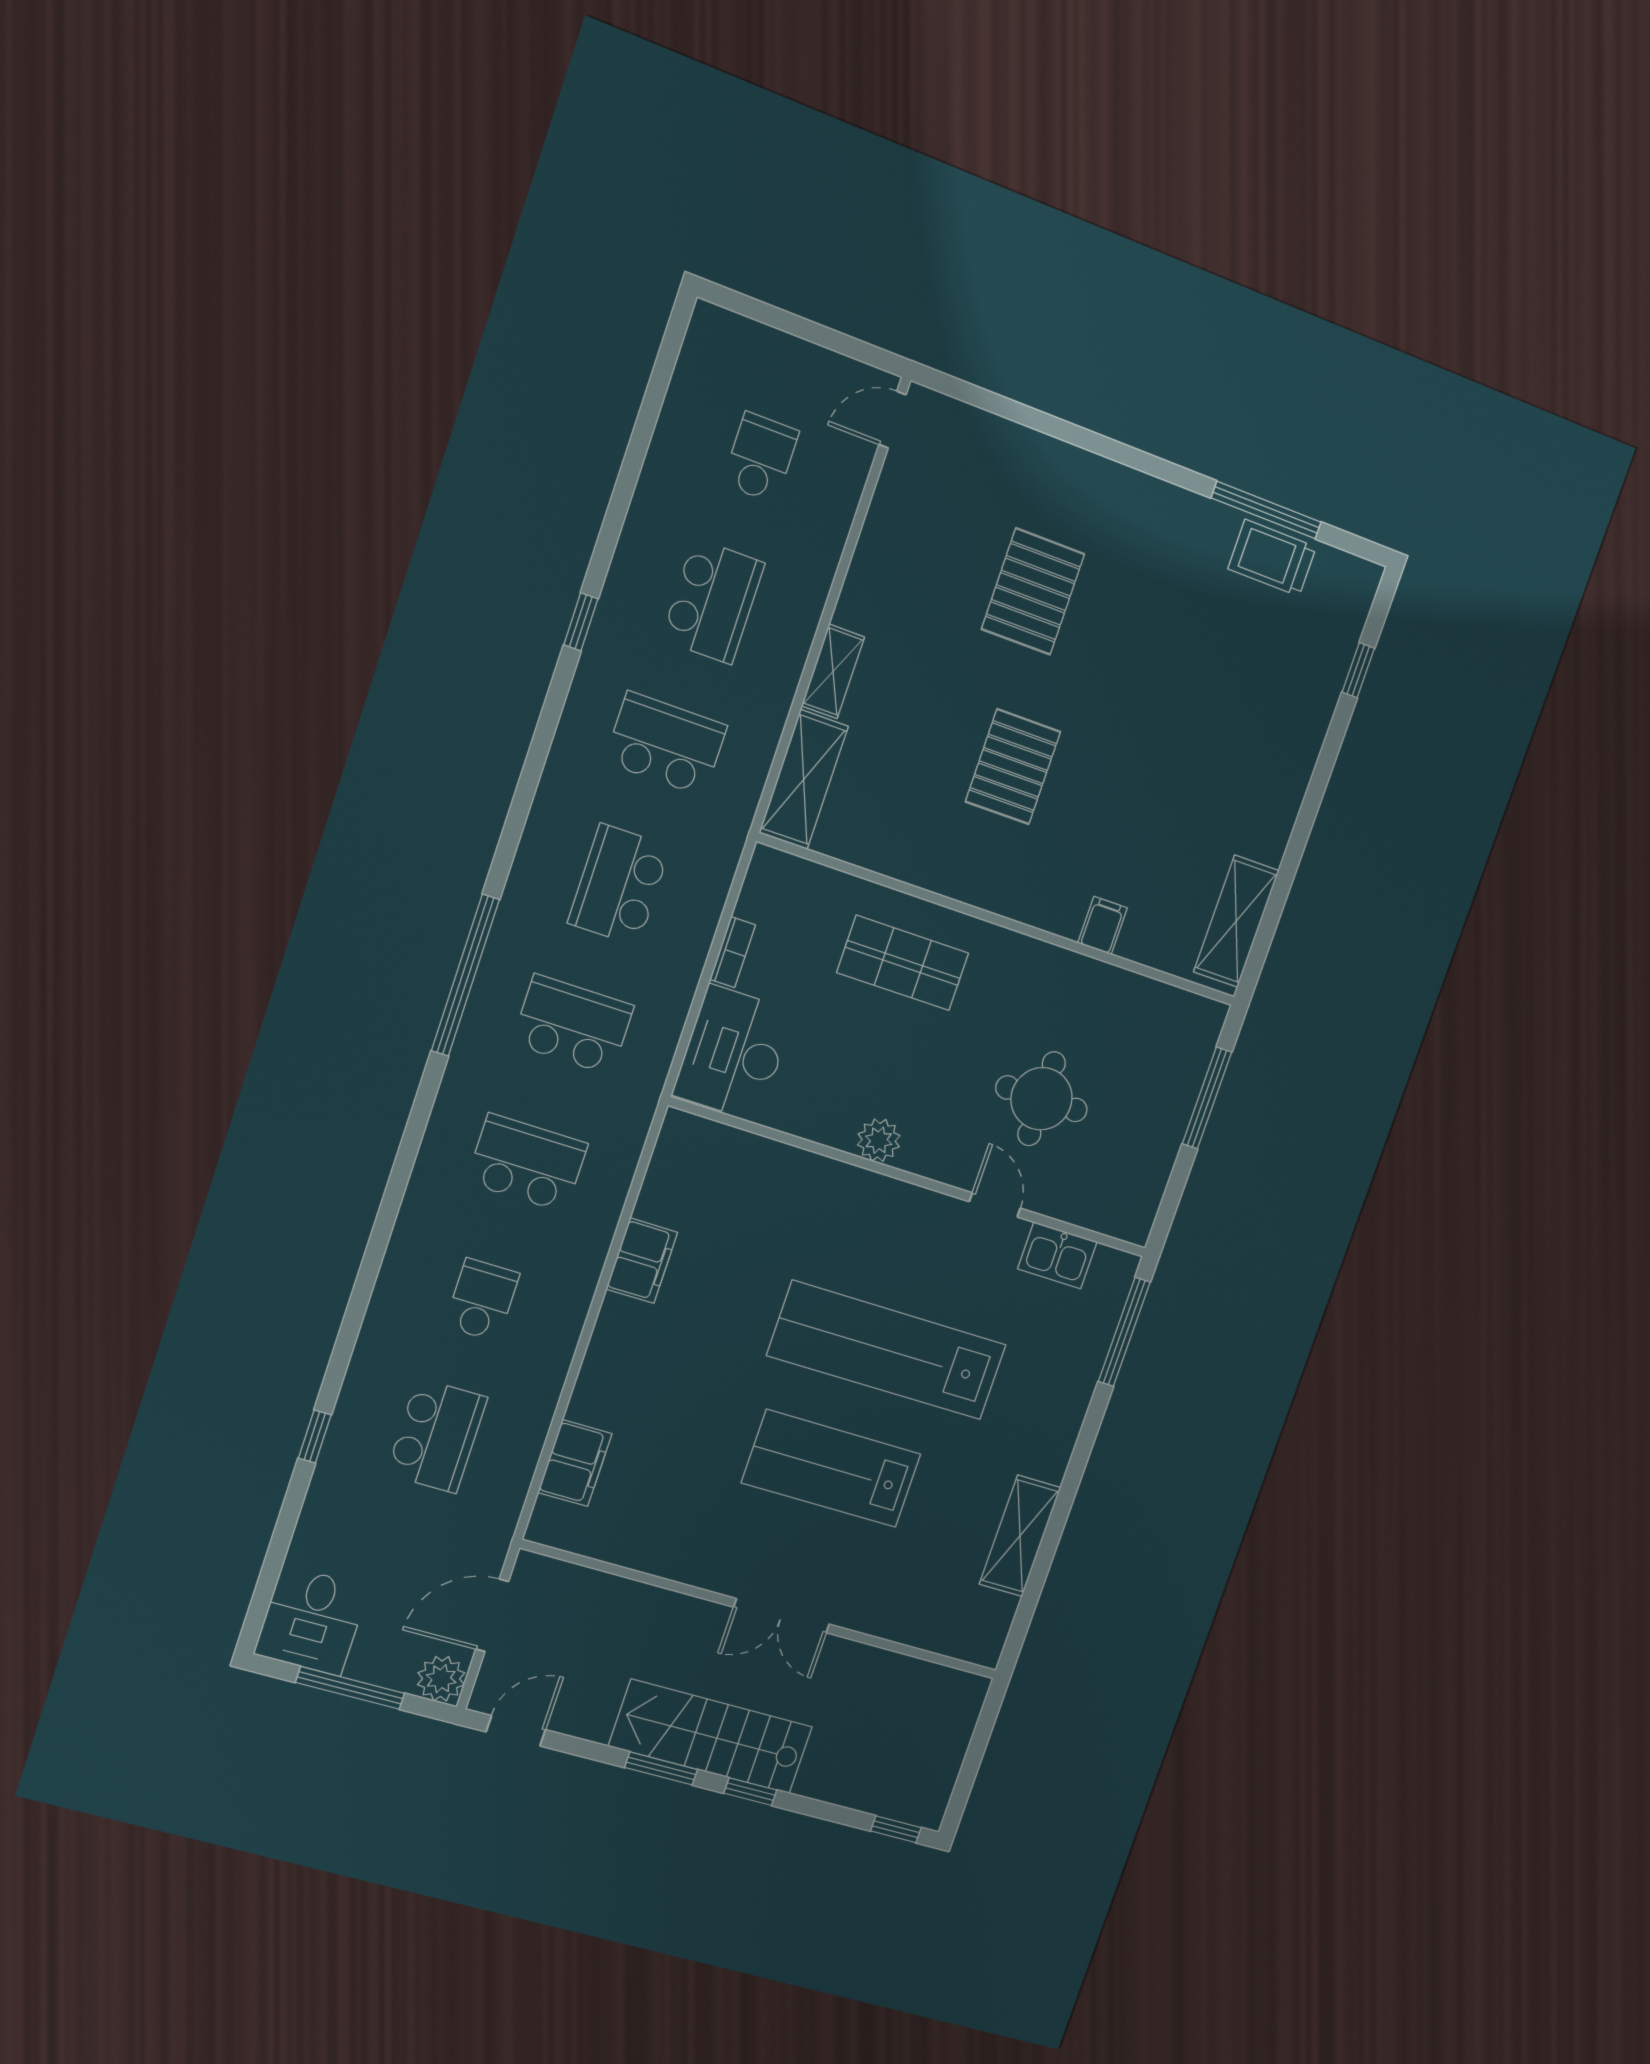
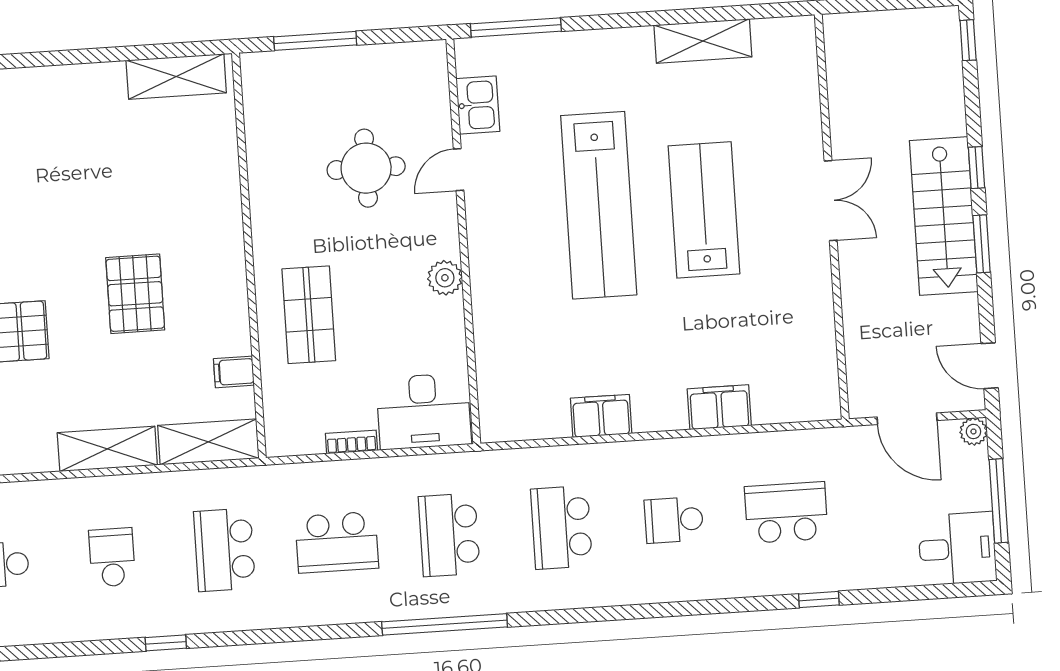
school desk: (713, 601) -> (112, 557), width x0.54
shelving: (833, 671) -> (107, 449), width x1.50, depth x1.33
pallet: (1013, 767) -> (135, 294), turned 90
filing cabinet: (1103, 925) -> (234, 372), moved
filing cabinet: (575, 1463) -> (719, 407), moved
lab bench: (831, 1468) -> (704, 210), turned 180
plant: (441, 1679) -> (973, 431), width x0.73, depth x0.73

